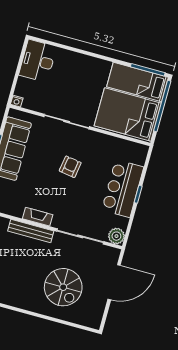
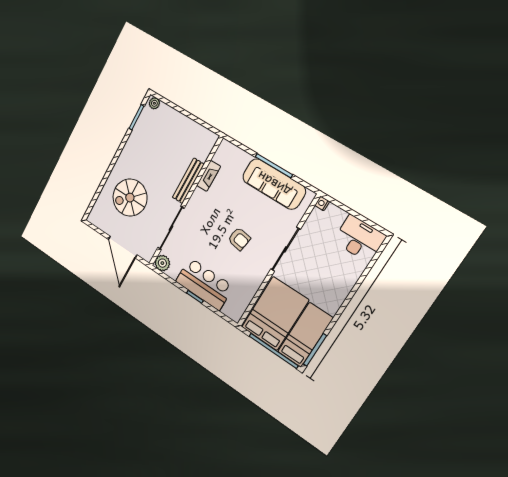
fireplace: (38, 217) -> (209, 176), moved

